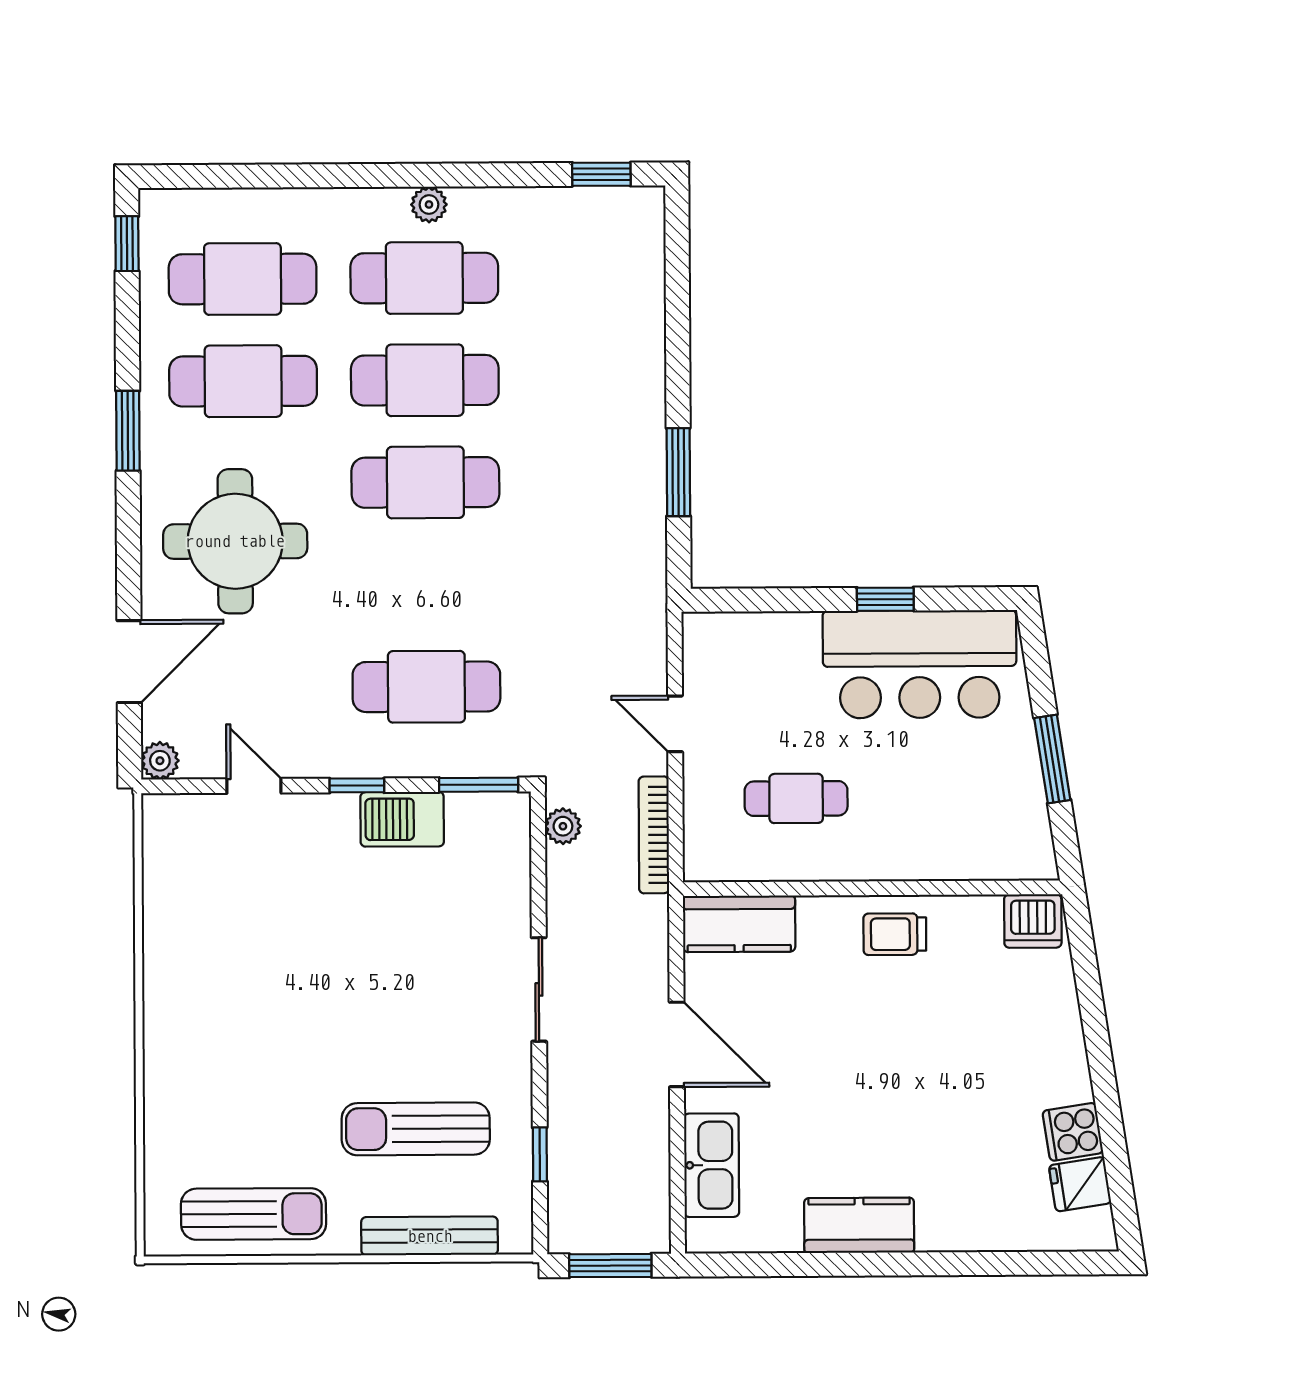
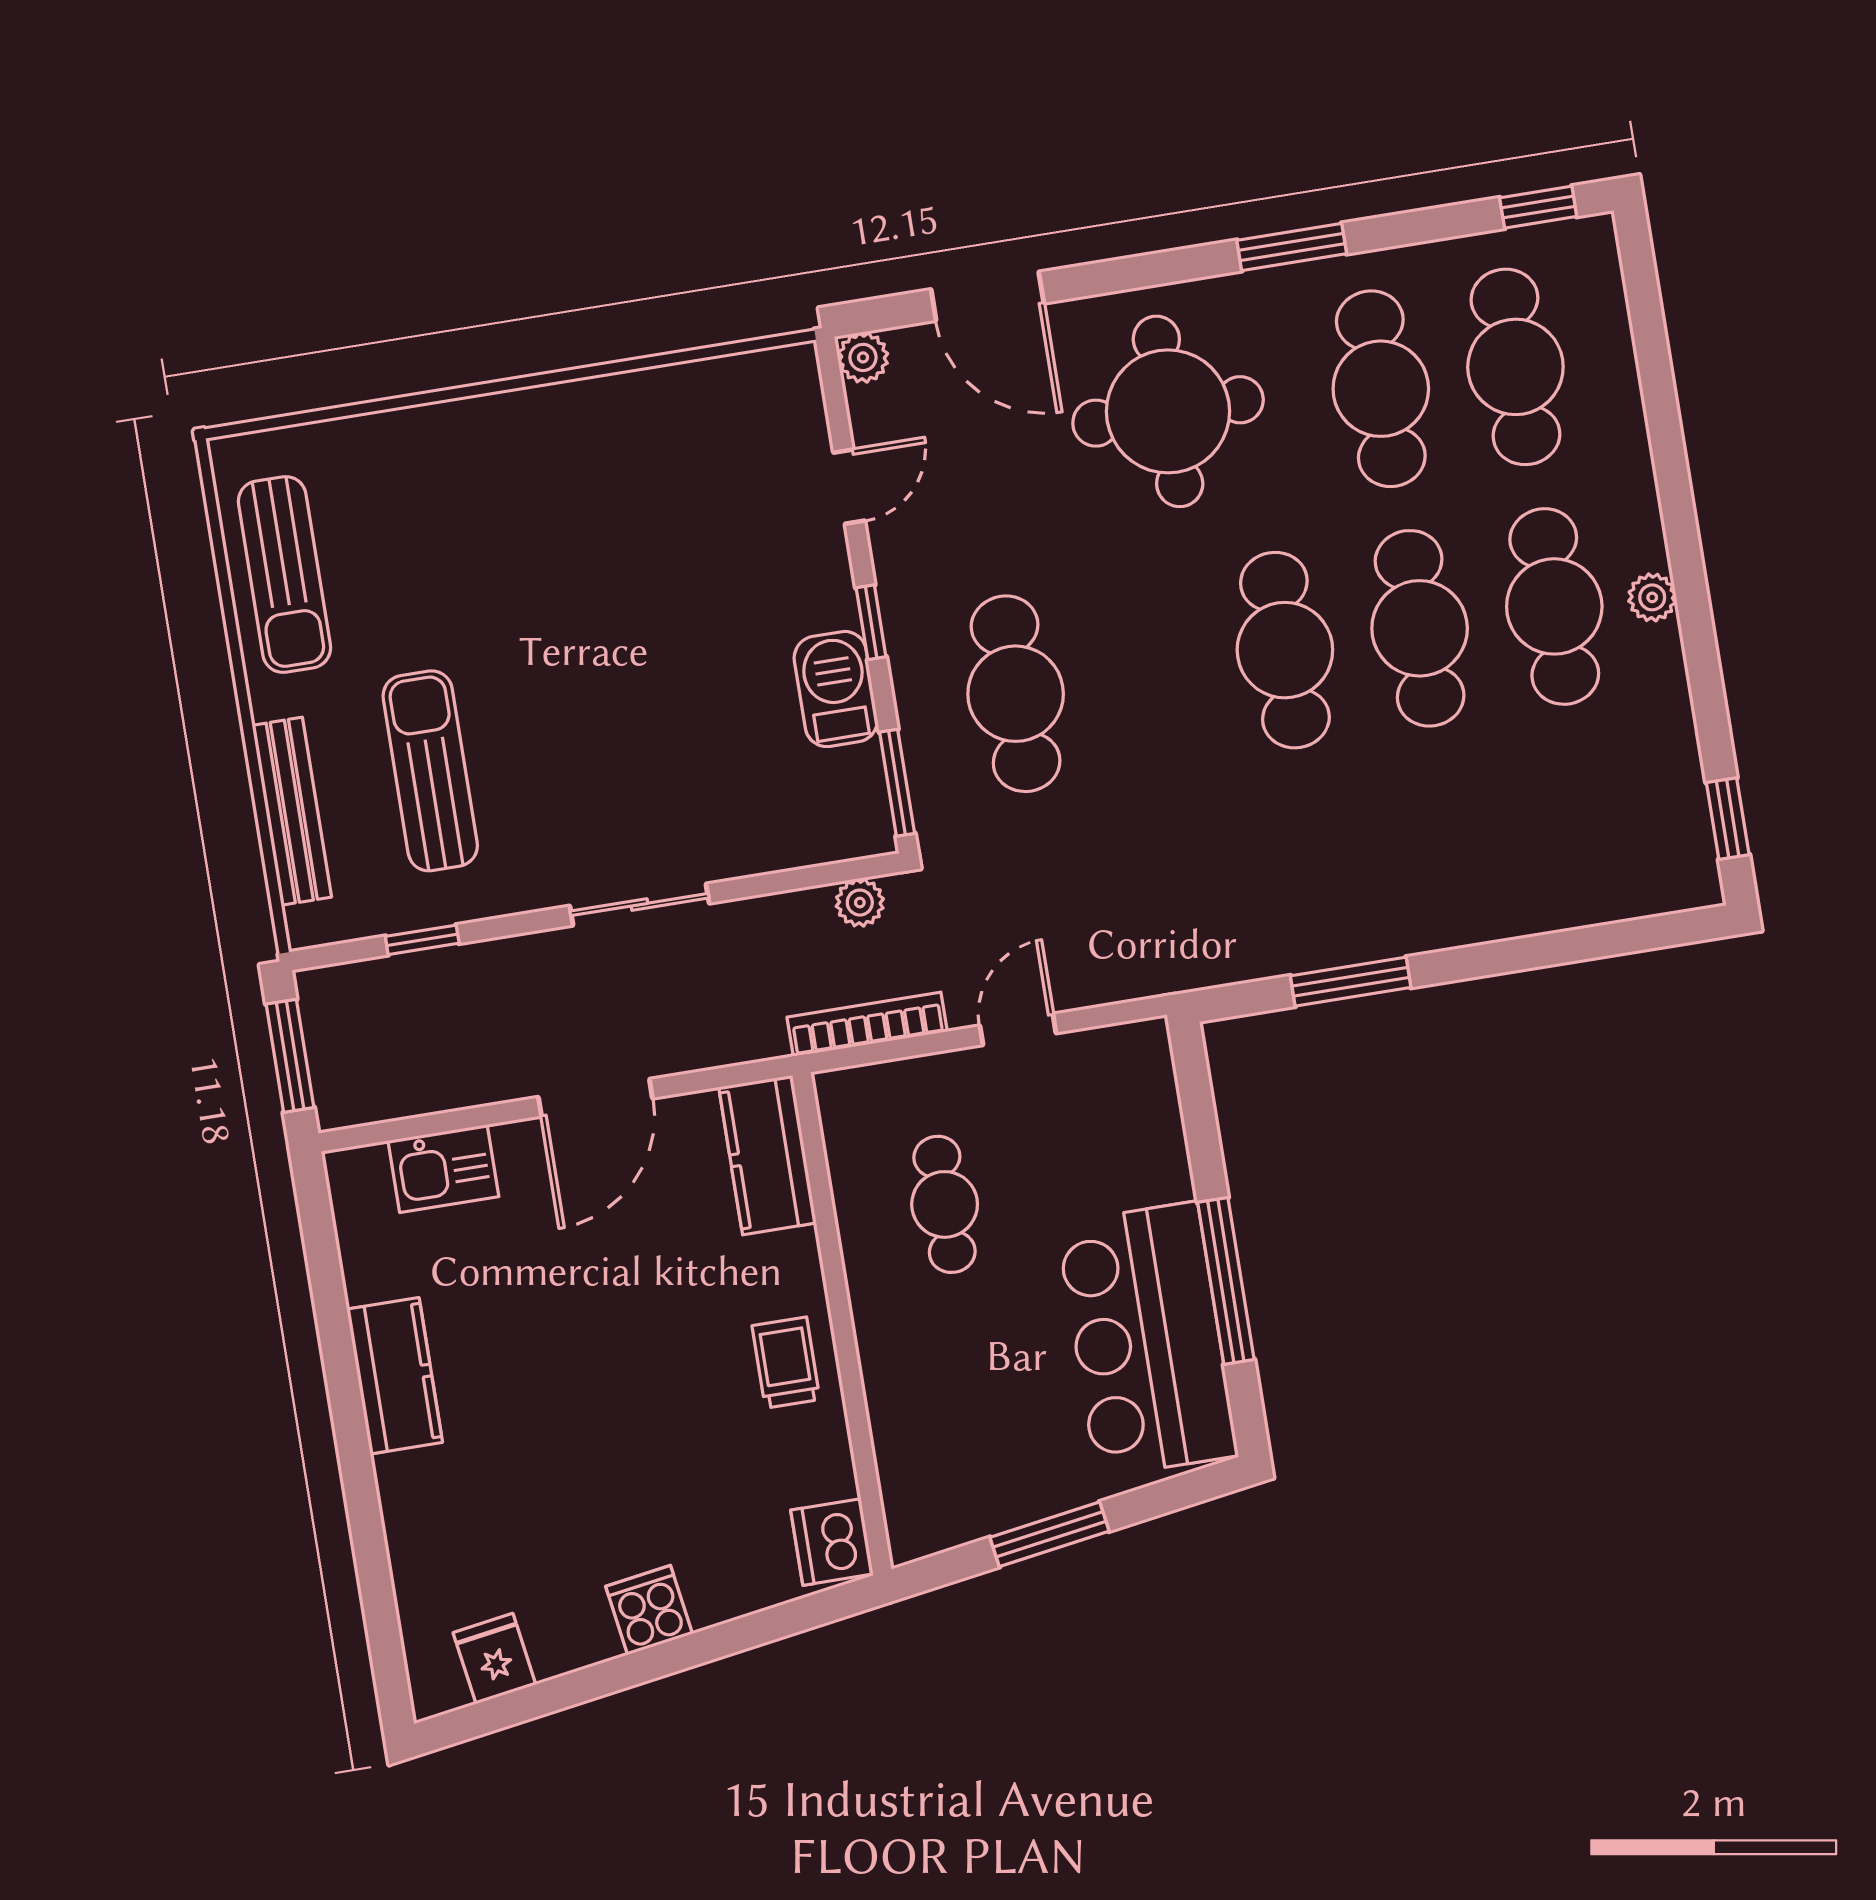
window: (885, 599) -> (1226, 1281), width x2.17
cooker: (1073, 1132) -> (649, 1610), moved
kitchen sink: (712, 1165) -> (443, 1169), width x0.73

